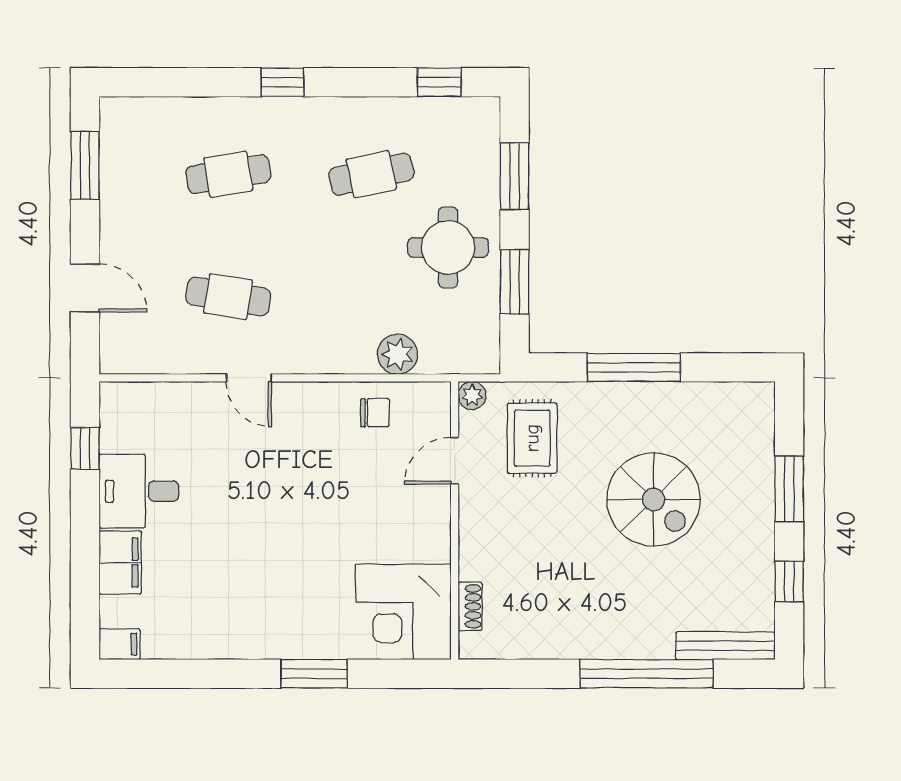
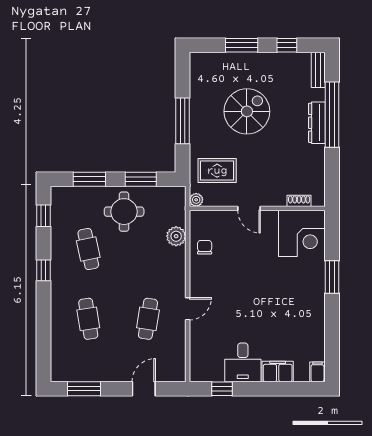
window: (282, 82) -> (43, 270), moved
door: (455, 461) -> (249, 208), moved
dresser: (630, 643) -> (317, 123), added
bench: (725, 646) -> (318, 70), width x0.73

